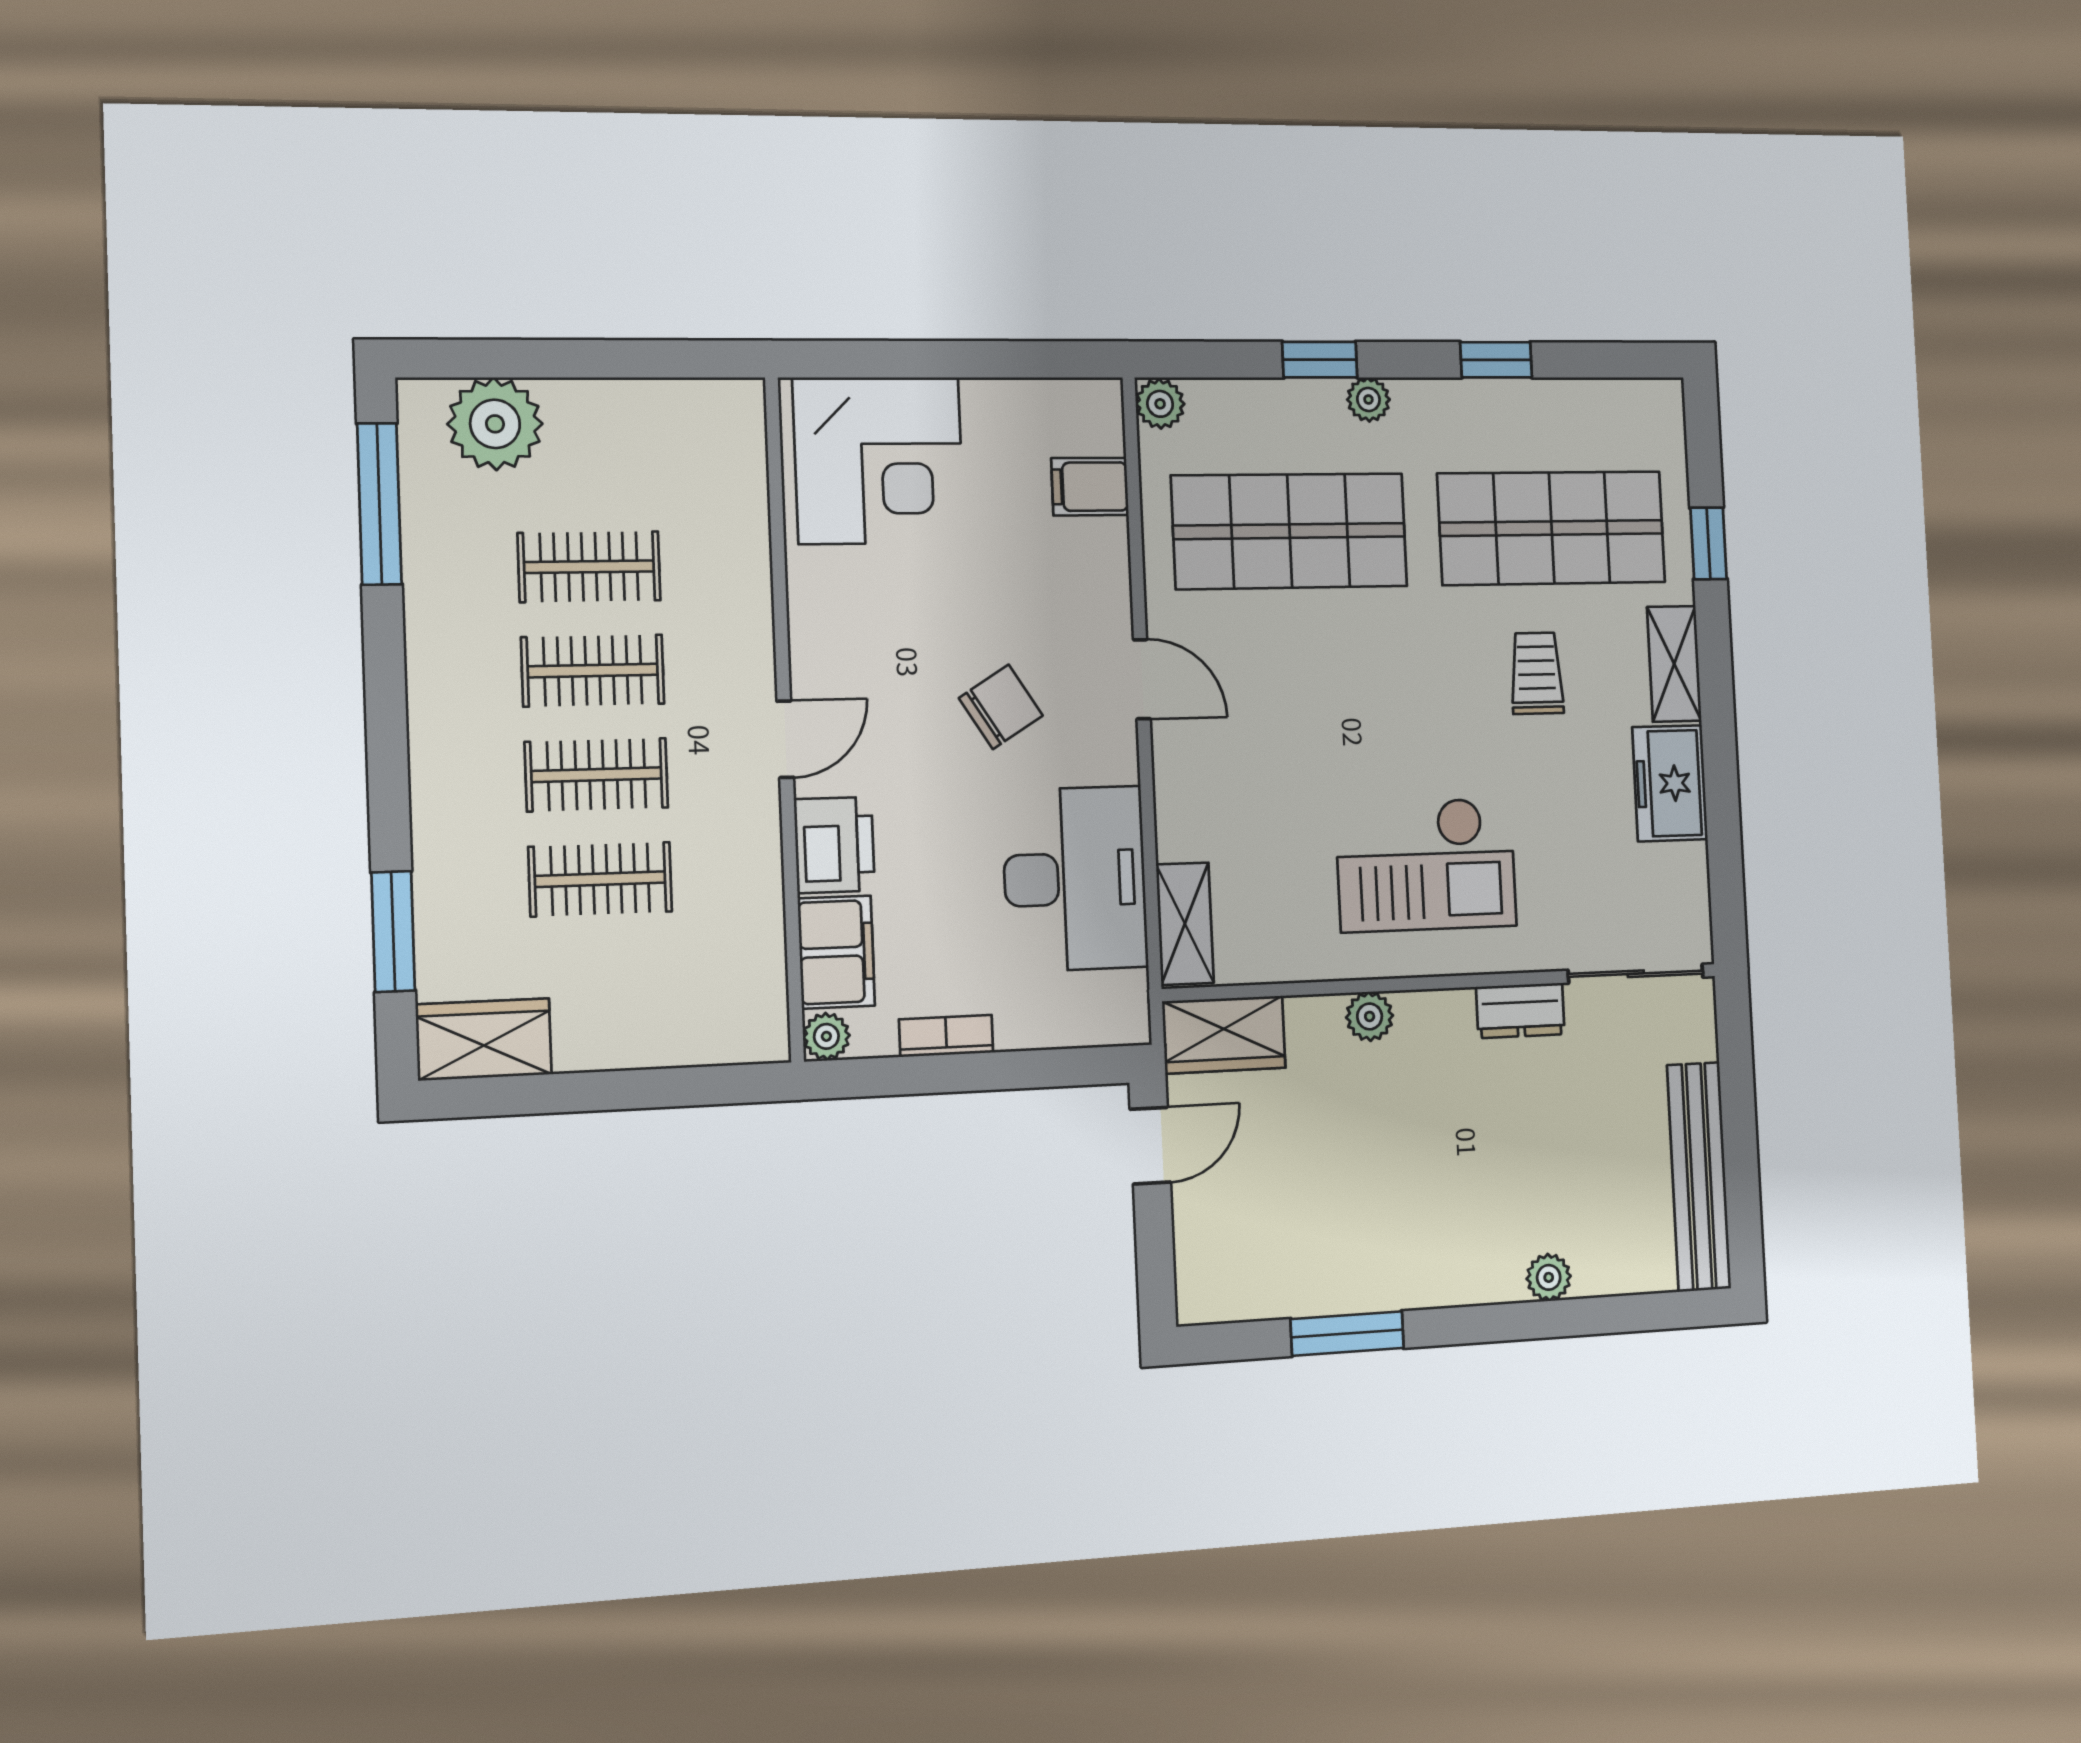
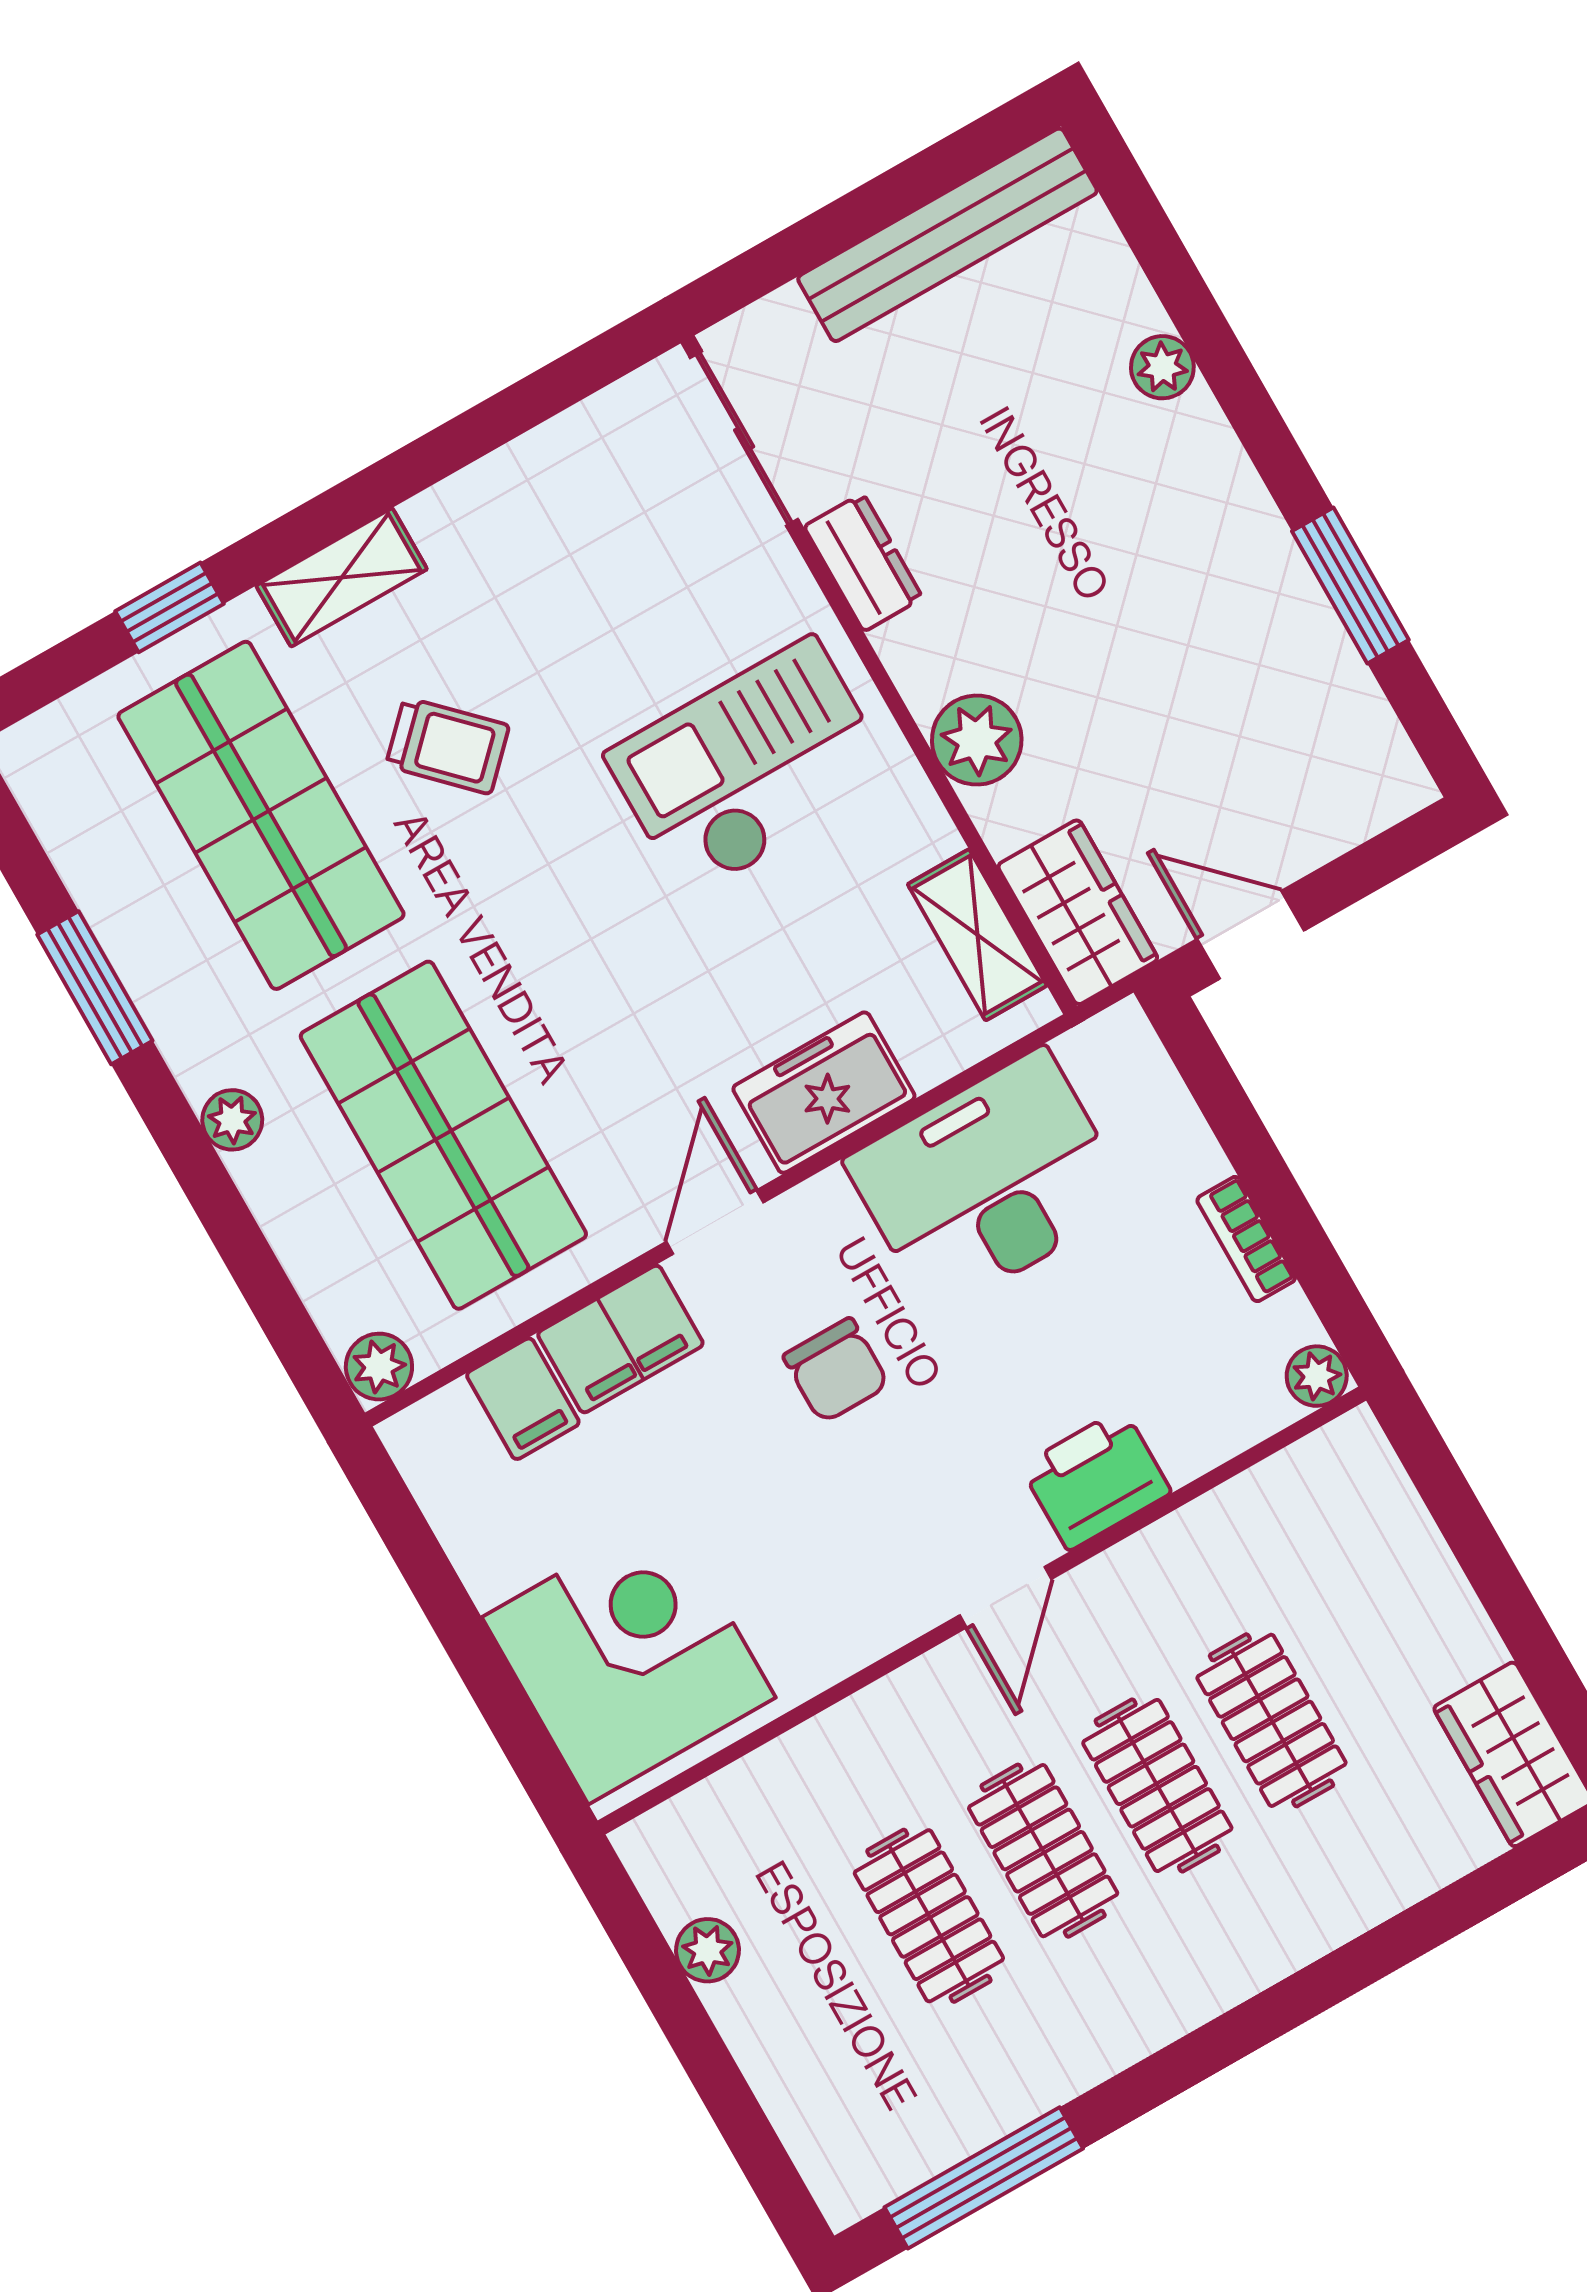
window: (1320, 360) -> (218, 1203), removed
window: (1496, 360) -> (95, 988), width x1.50
plant: (495, 424) -> (708, 1950), moved, width x0.53, depth x0.53
trolley: (1537, 673) -> (447, 746), turned -135
chair: (1001, 707) -> (836, 1370), turned -148
door: (785, 739) -> (1006, 1597), swing flipped
freezer: (1670, 783) -> (824, 1093), moved, turned 180
checkout: (1426, 864) -> (750, 768), turned -90
shelving: (1185, 924) -> (977, 935), moved, turned 90
window: (393, 932) -> (1446, 1914), removed
filing cabinet: (836, 952) -> (620, 1339), moved, turned 180
plant: (1370, 1016) -> (977, 740), width x1.38, depth x1.38

